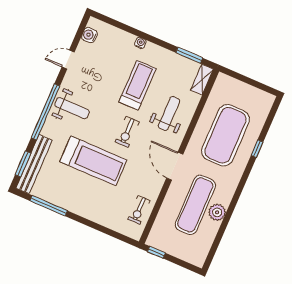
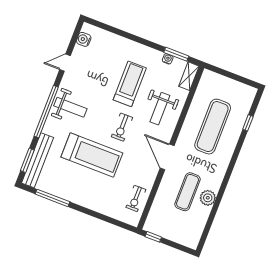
water cooler: (140, 43) -> (168, 59), moved
weight bench: (169, 114) -> (160, 109), turned 180
exercise mat: (226, 135) -> (213, 127), width x0.68
window: (257, 149) -> (248, 123), moved
exercise mat: (195, 205) -> (187, 192), width x0.73, depth x0.69

